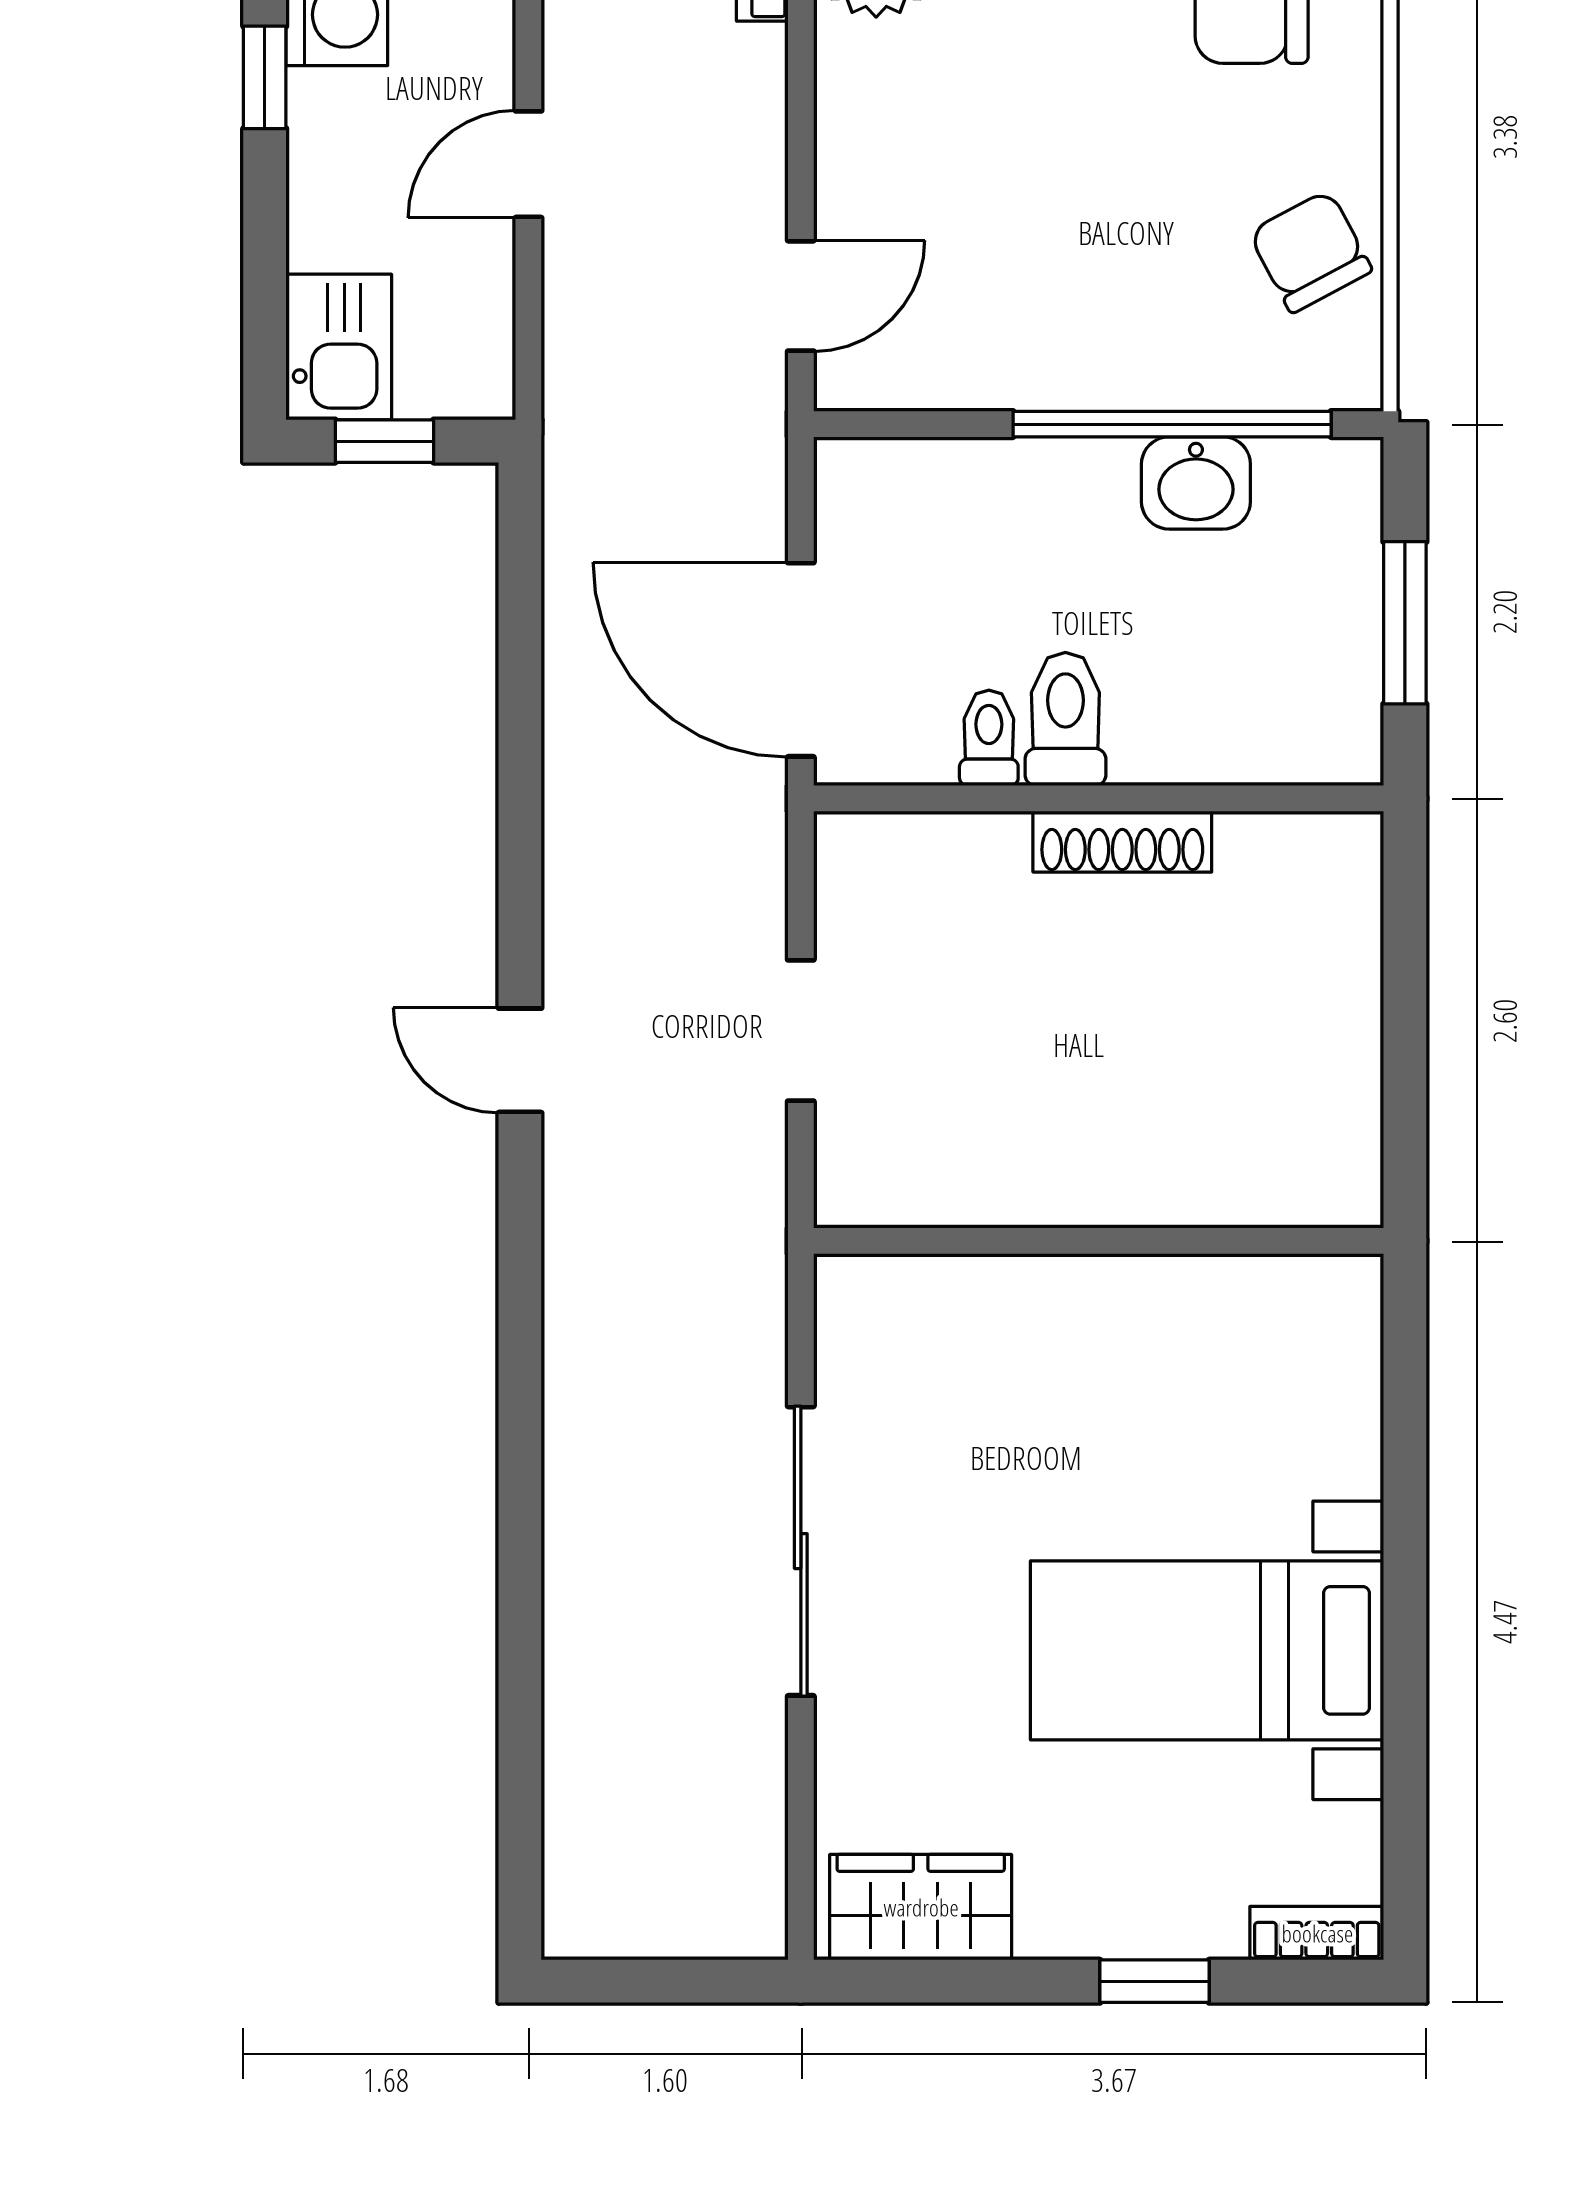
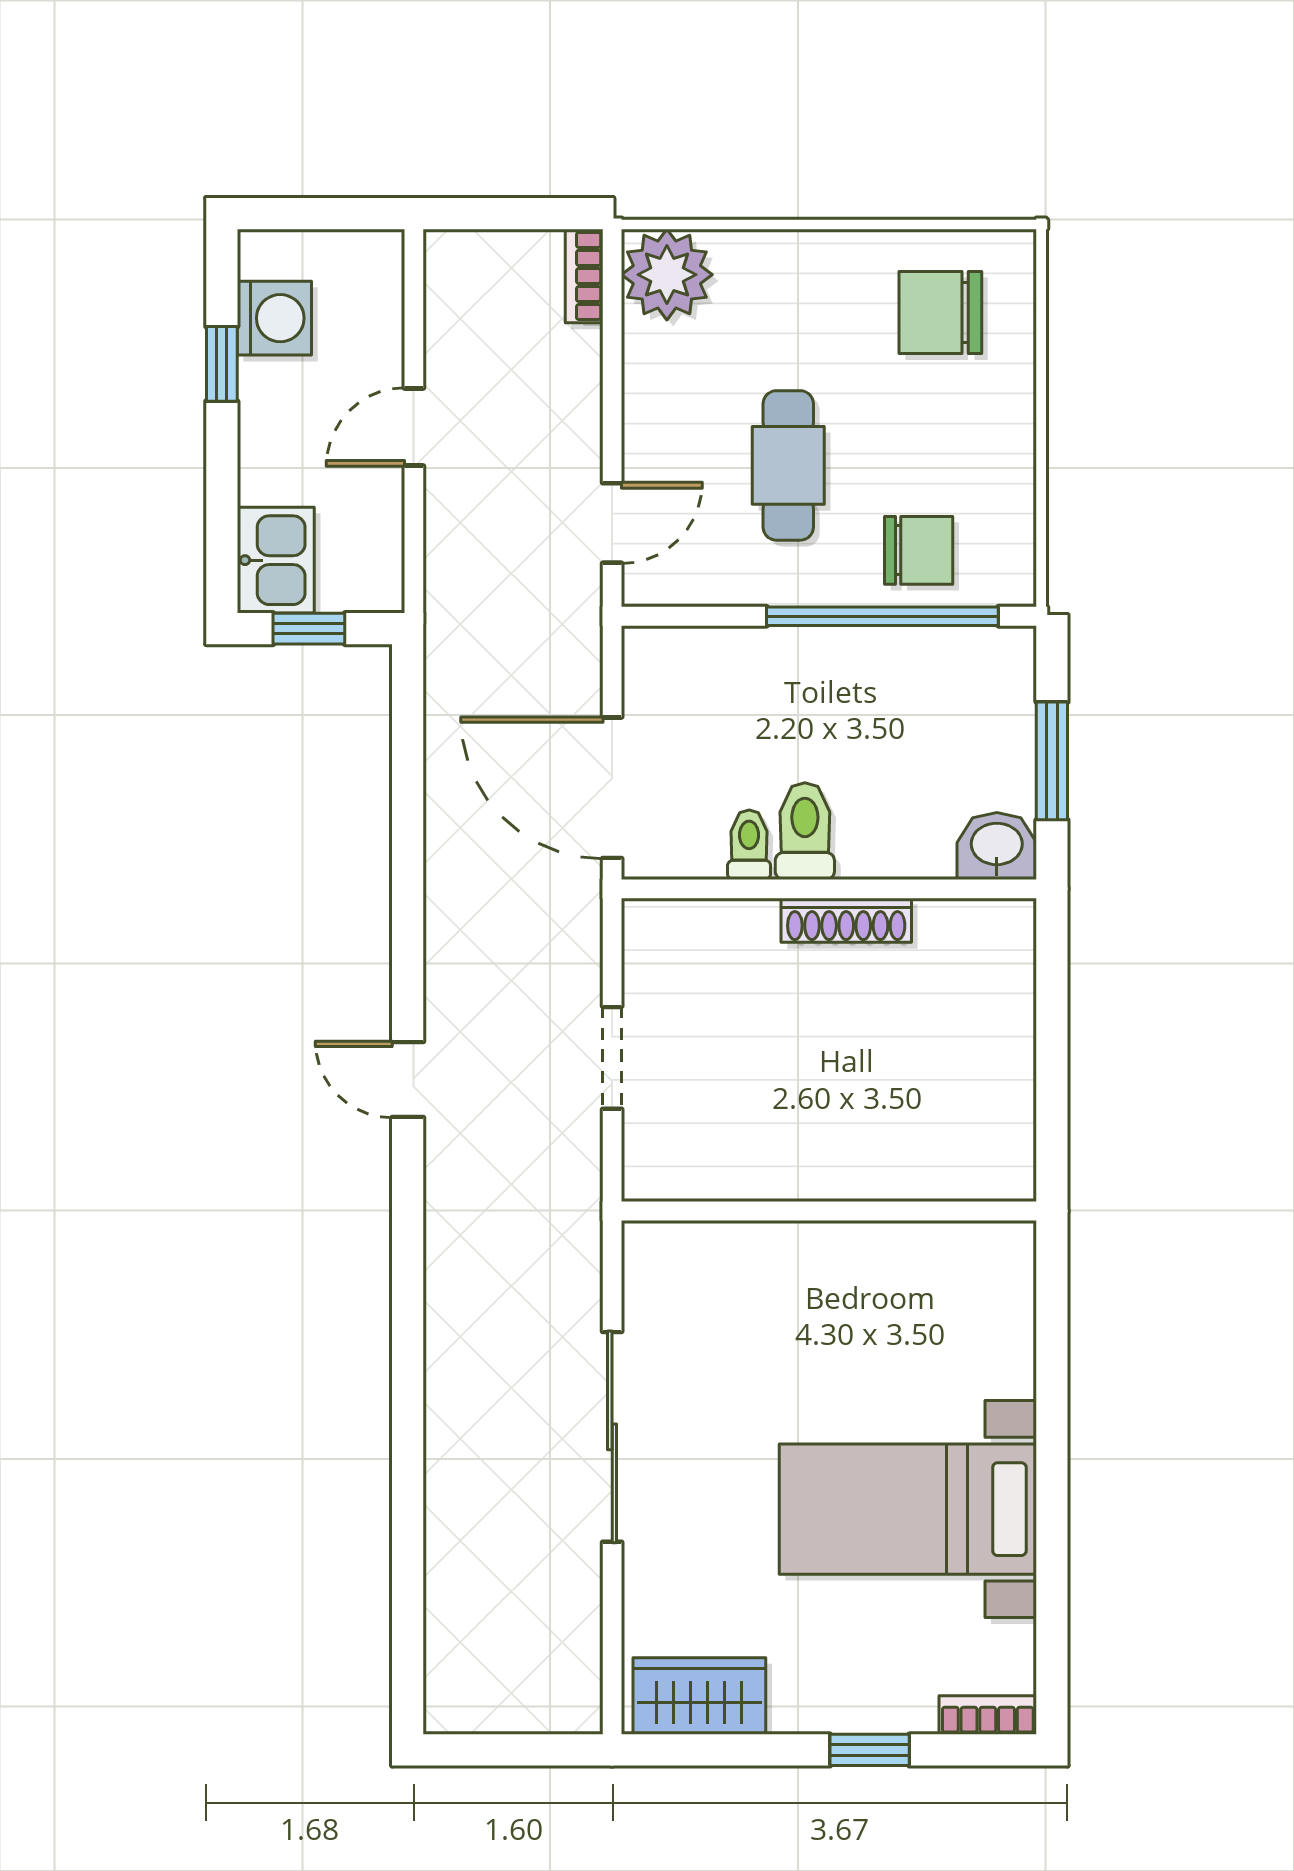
cafe table: (1043, 217) -> (788, 465), added
chair: (1310, 251) -> (919, 550), moved, turned 118
washbasin: (1196, 483) -> (997, 846), moved, turned 180

